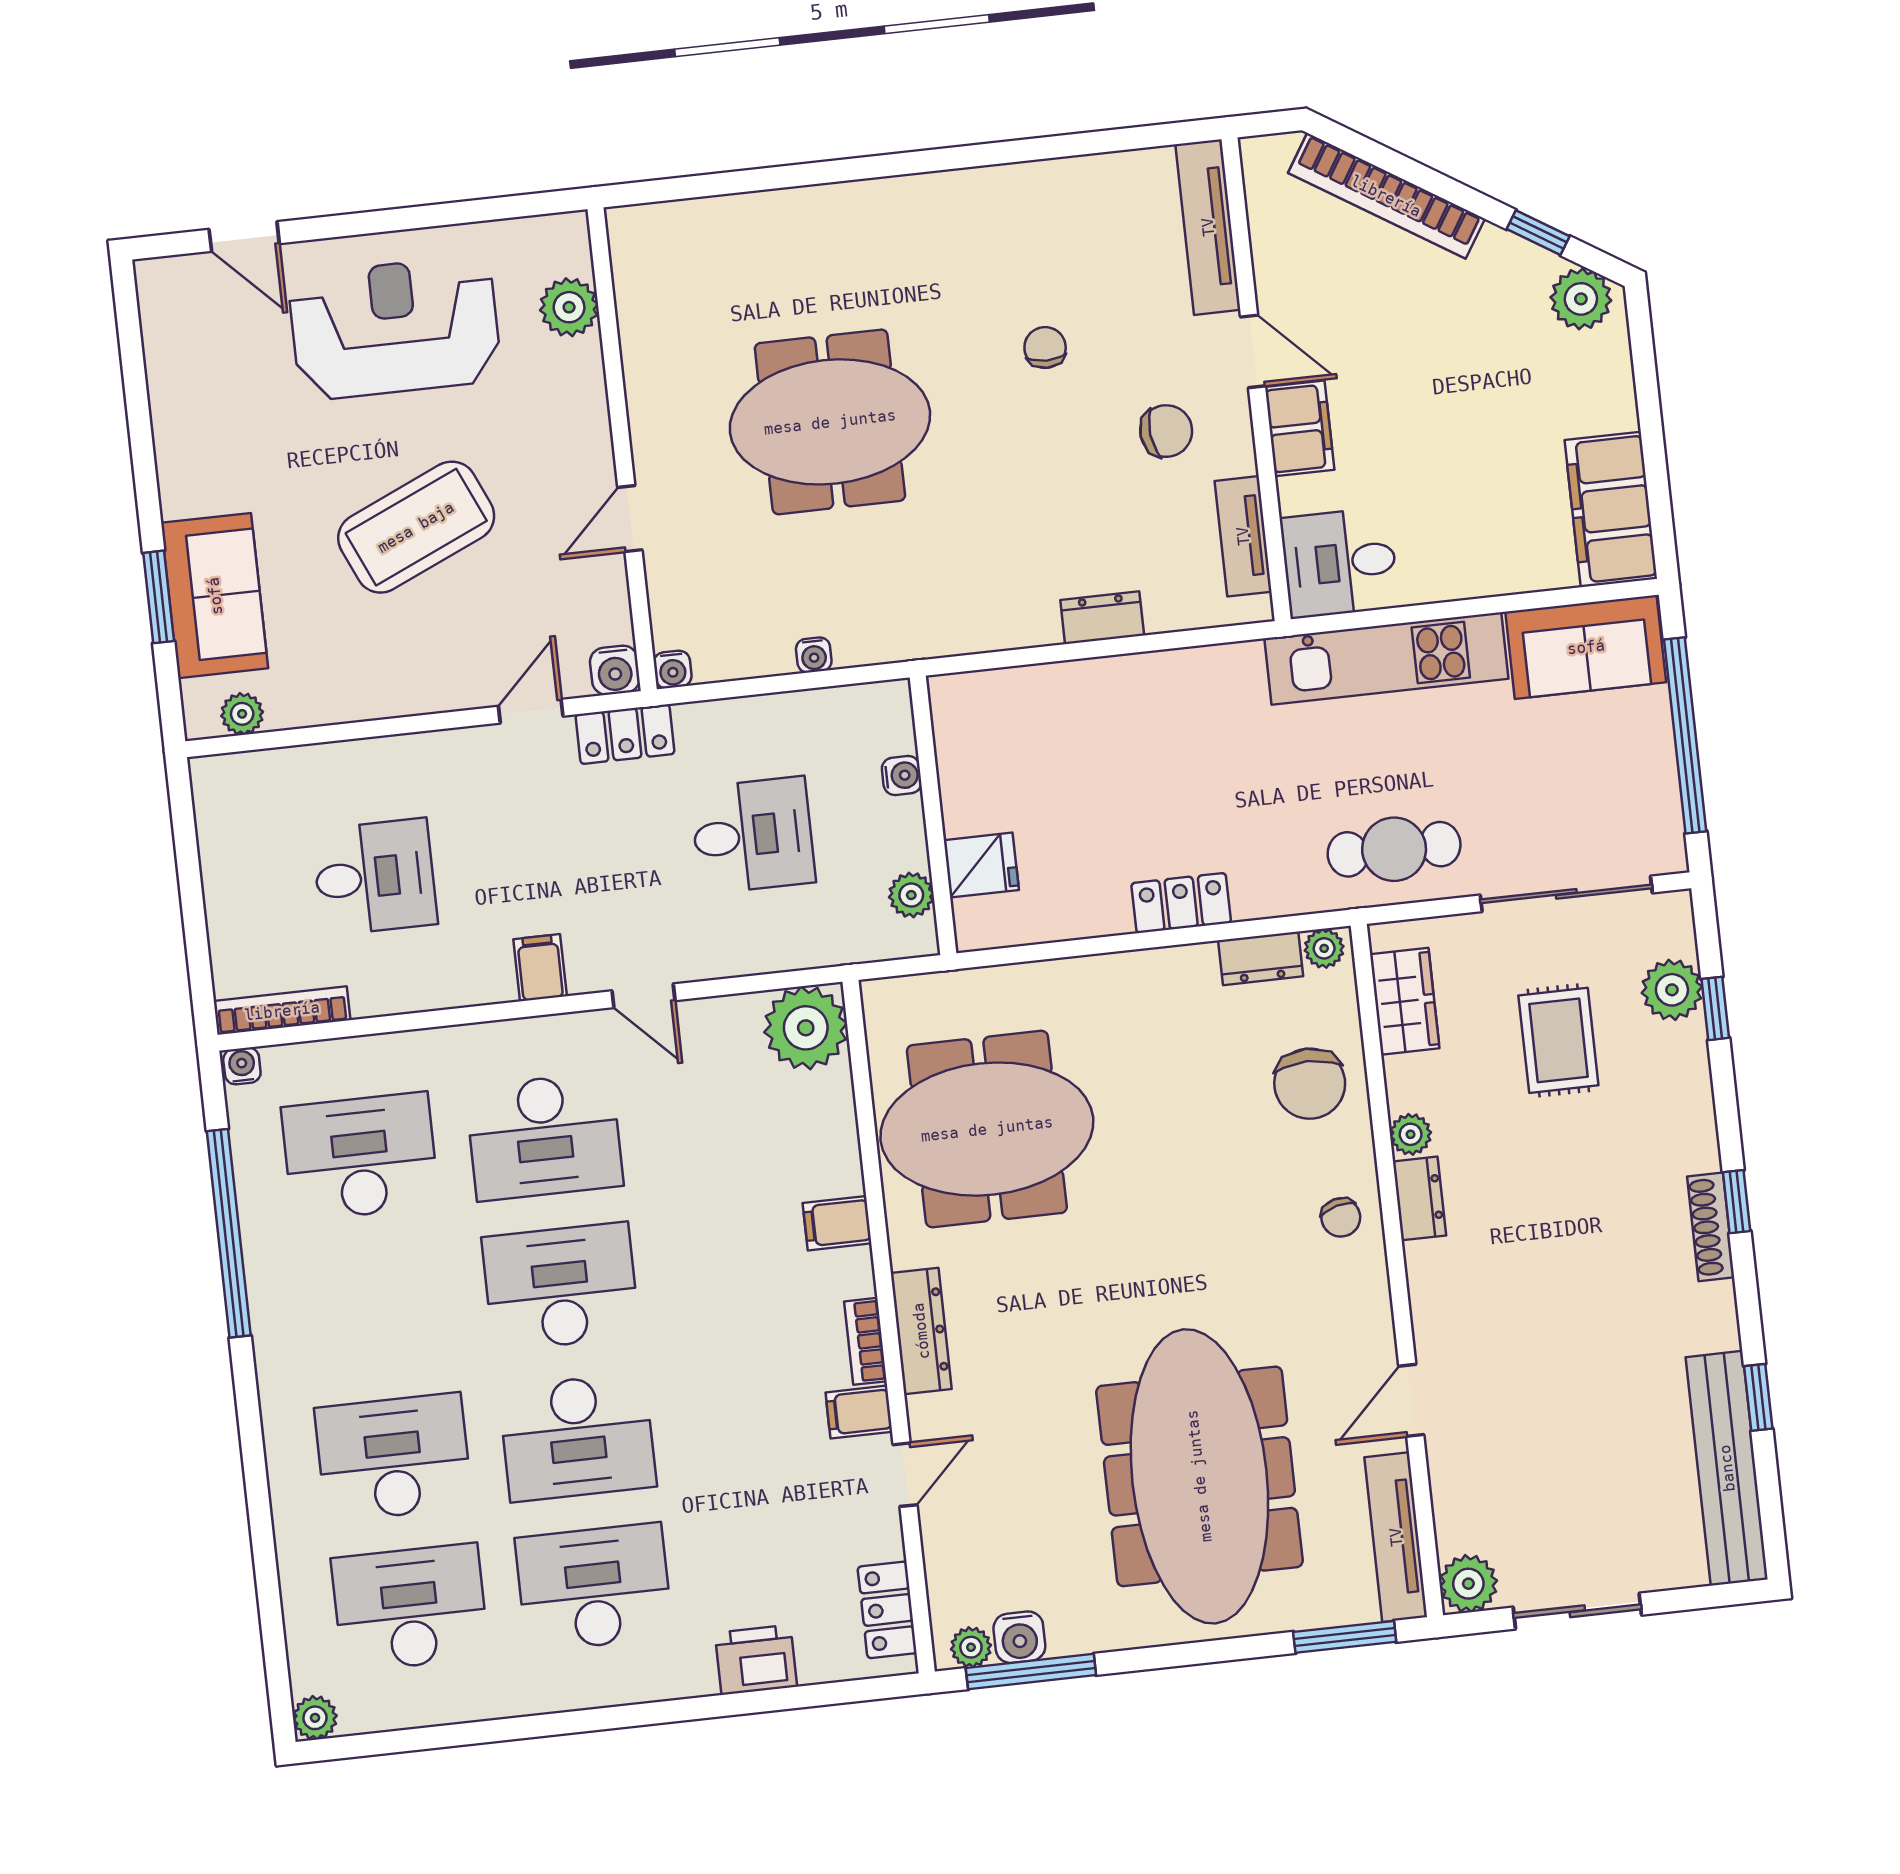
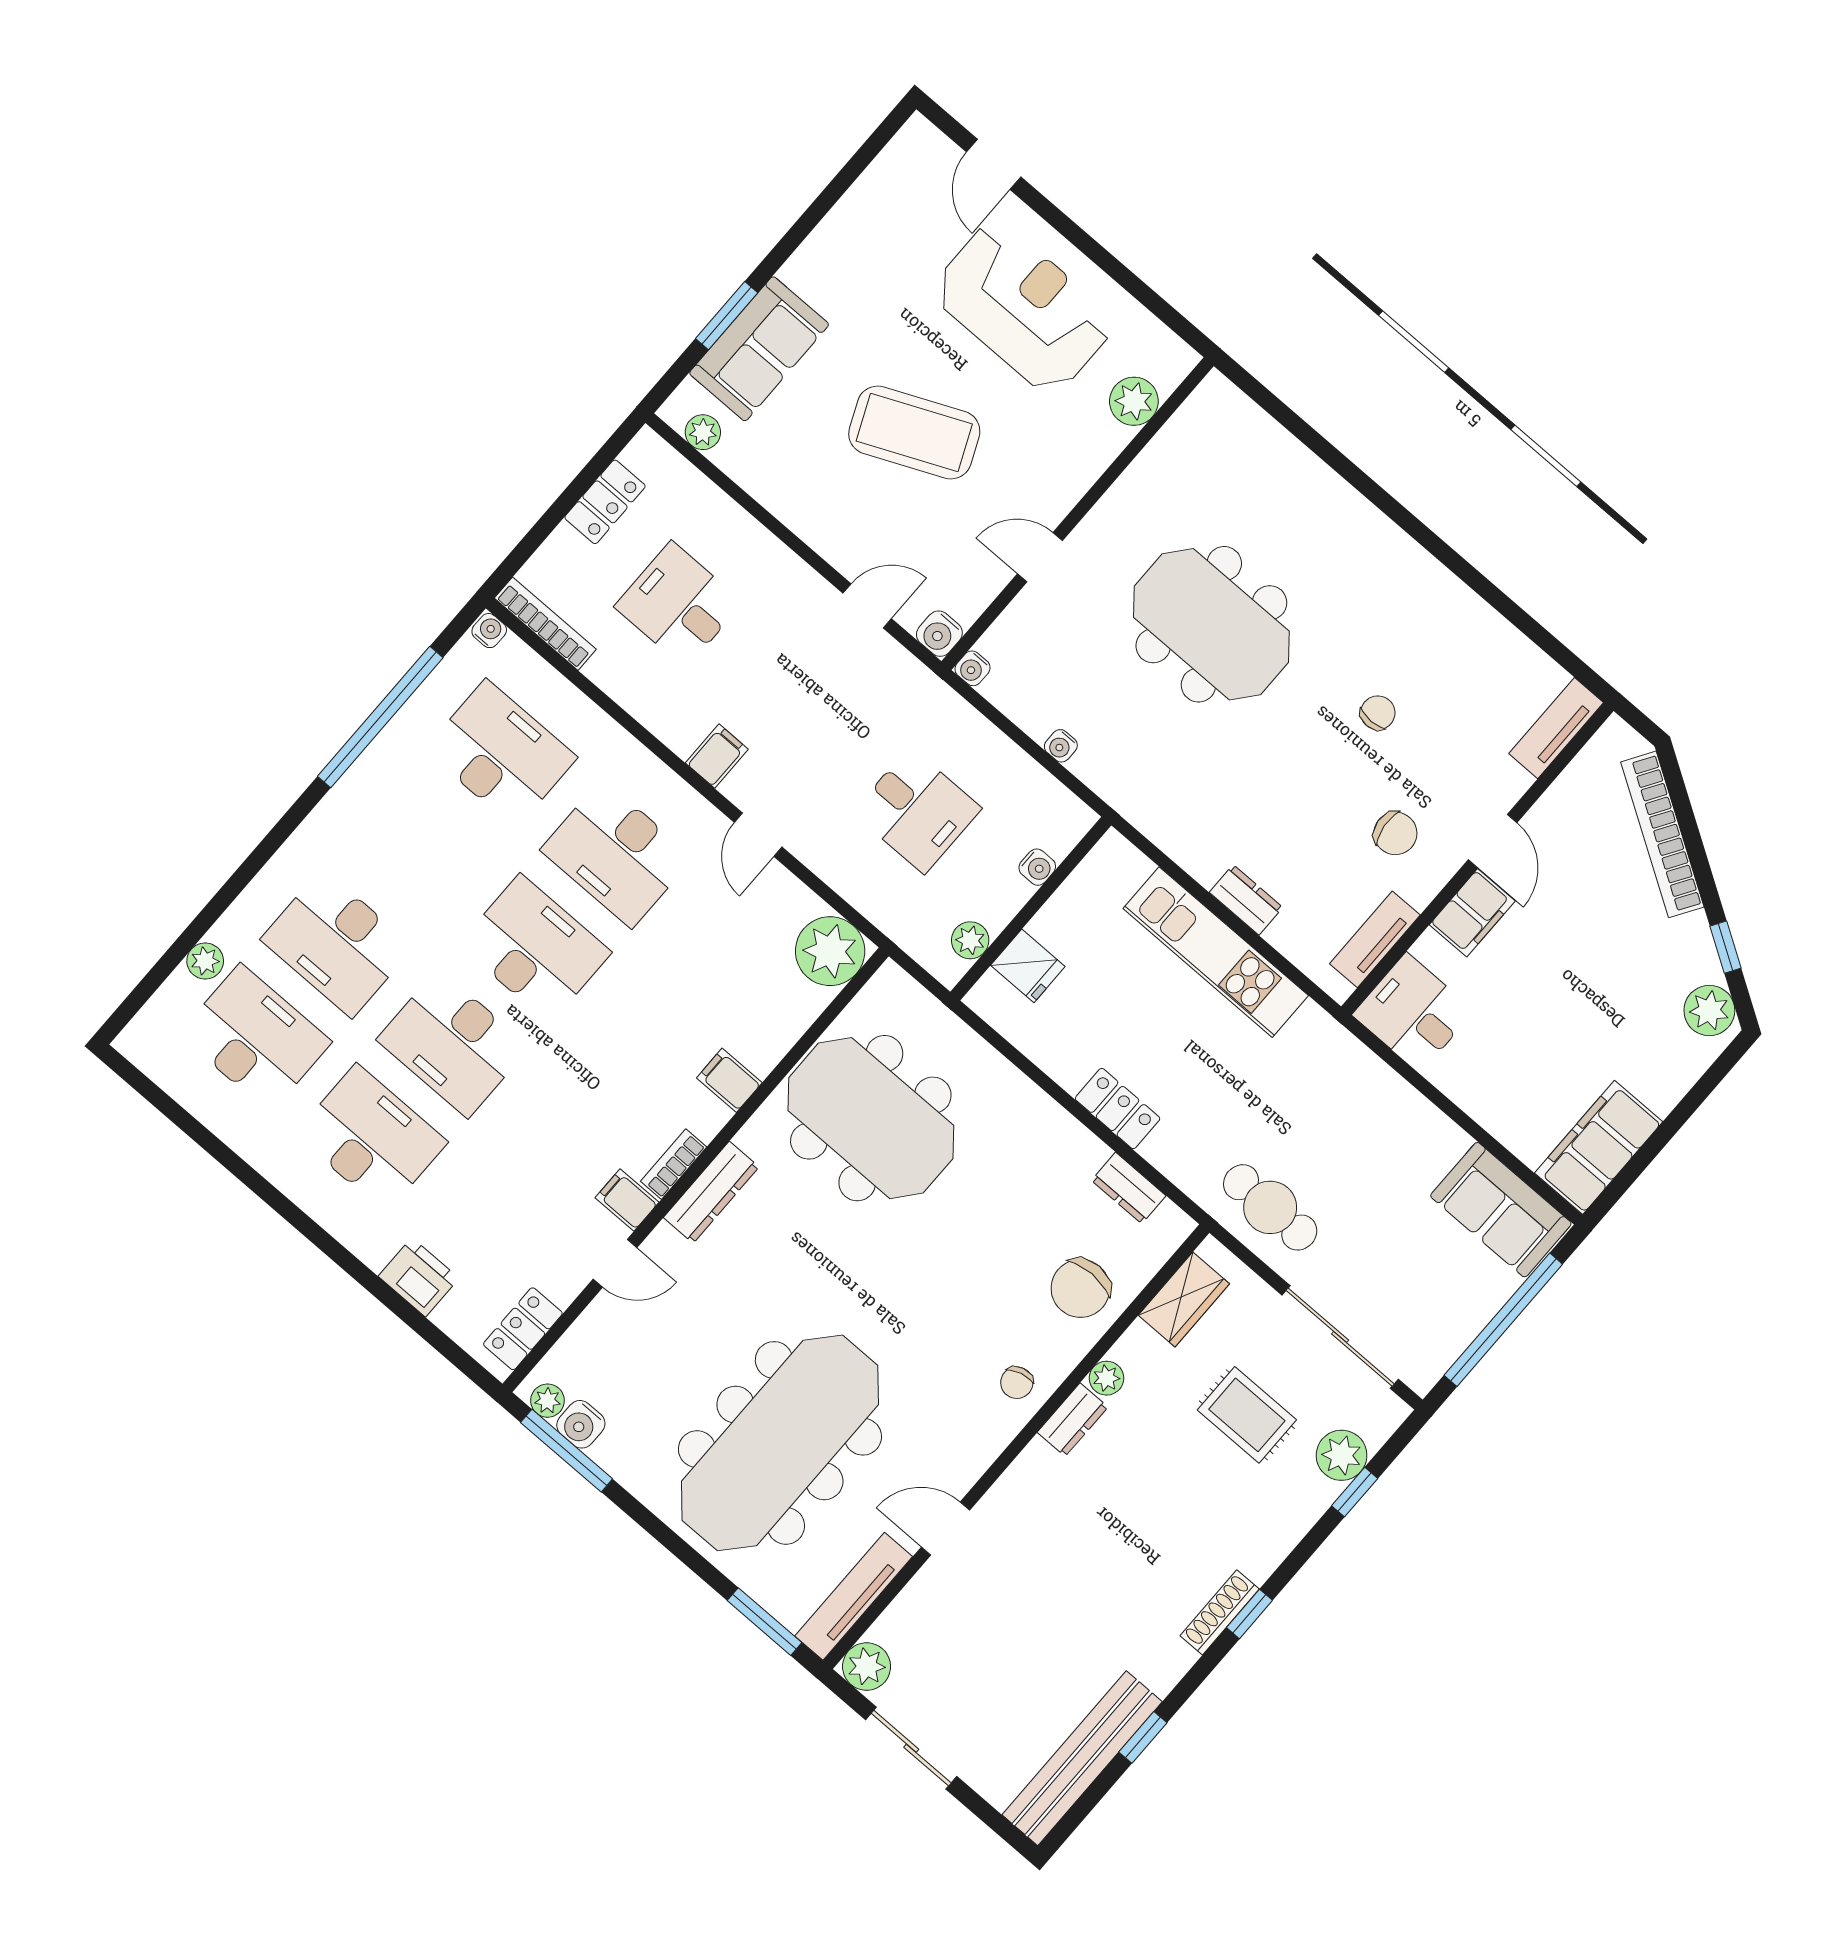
tv unit: (1208, 227) -> (1556, 728), width x0.71
kitchen unit: (1386, 659) -> (1216, 952), moved
locker: (625, 734) -> (605, 502), moved, turned -90
desk: (375, 877) -> (679, 605), turned 180
plant: (1324, 948) -> (1171, 1221), removed
rug: (1558, 1040) -> (1247, 1415), turned 90
desk: (393, 1457) -> (337, 943), turned 180
plant: (315, 1718) -> (205, 961), moved

